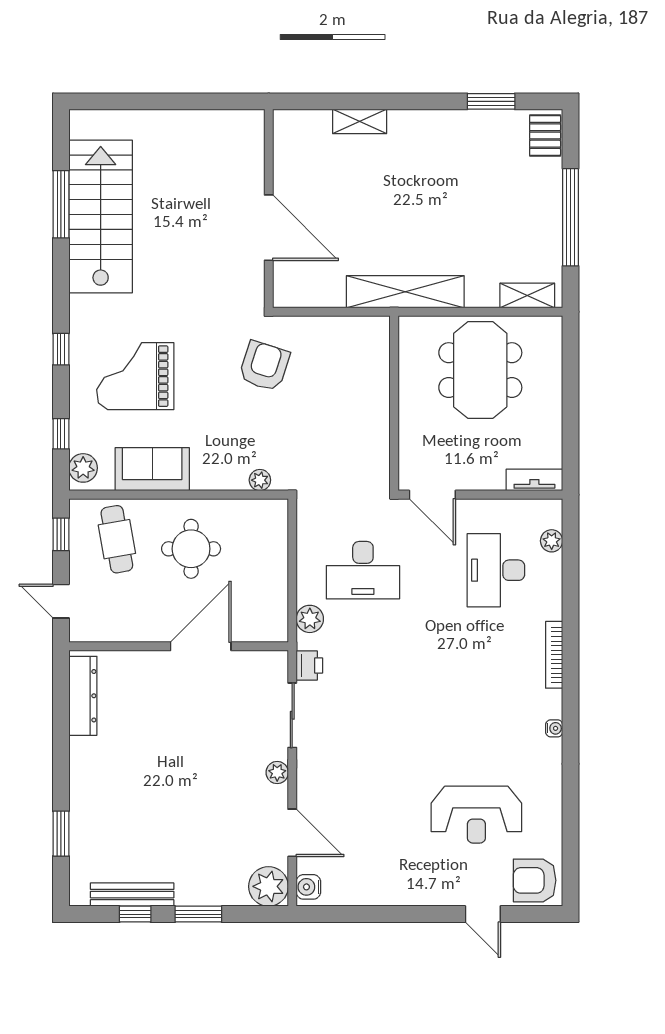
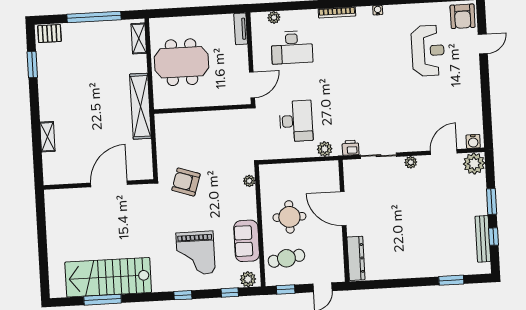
dresser: (83, 696) -> (356, 258), moved, turned 90

